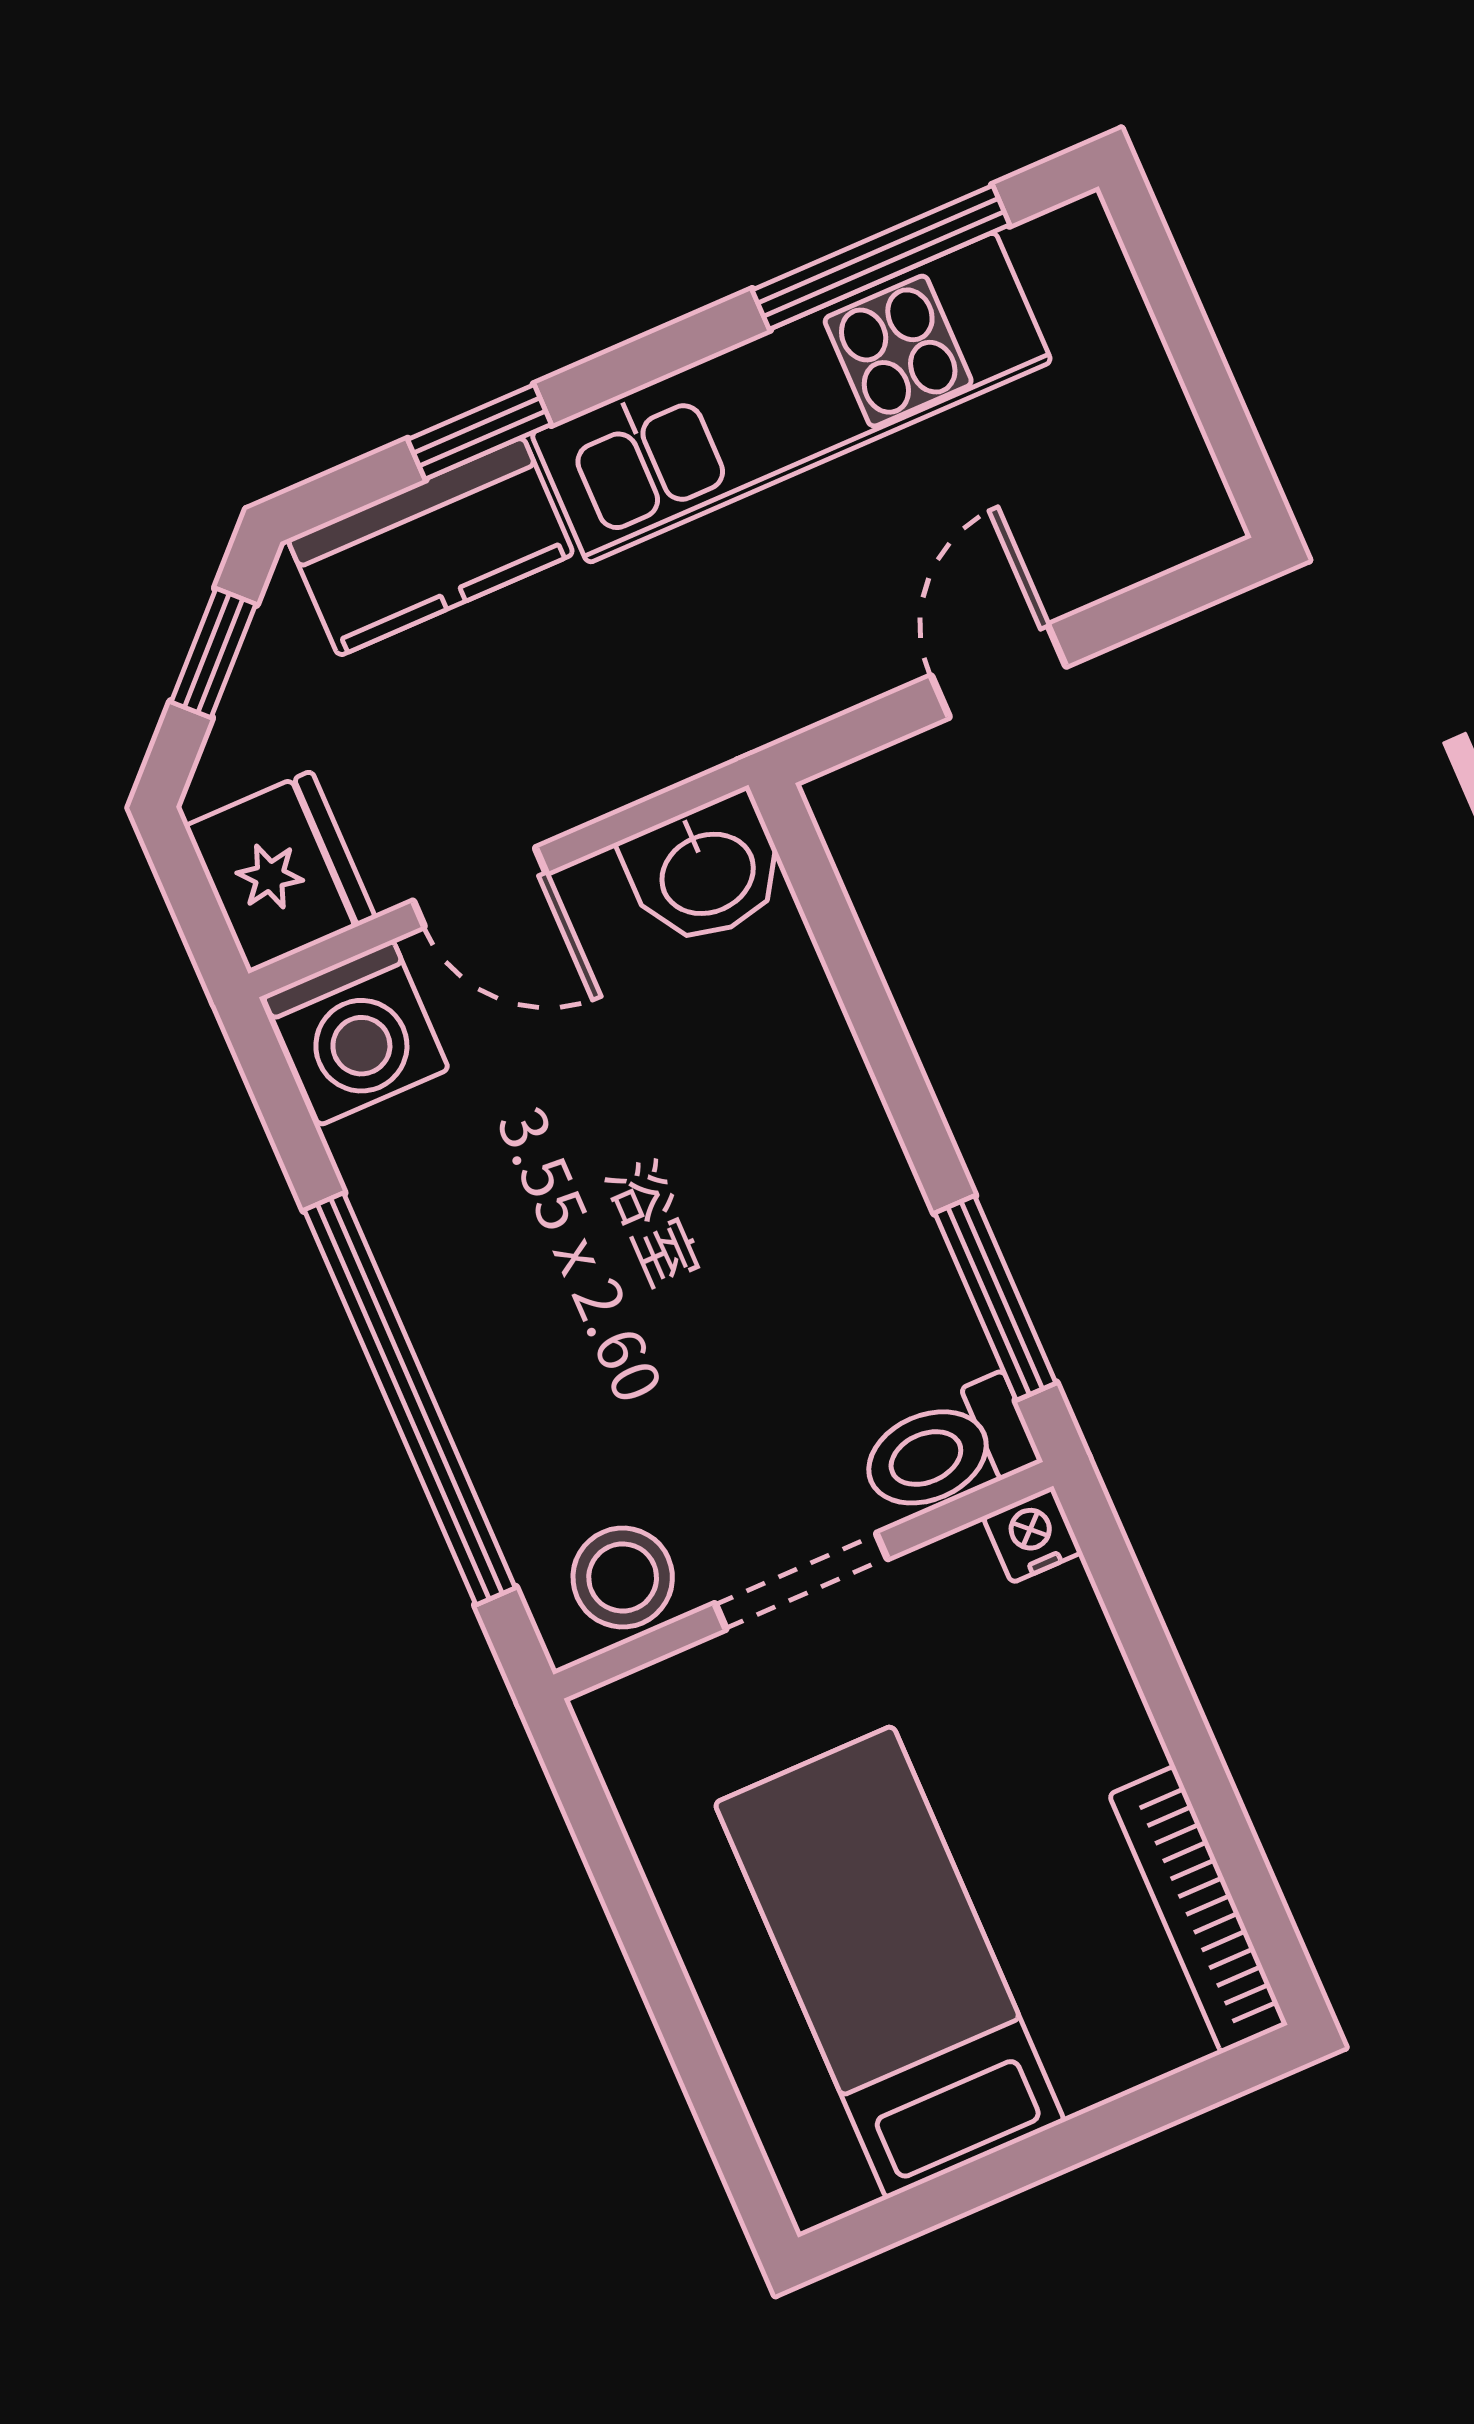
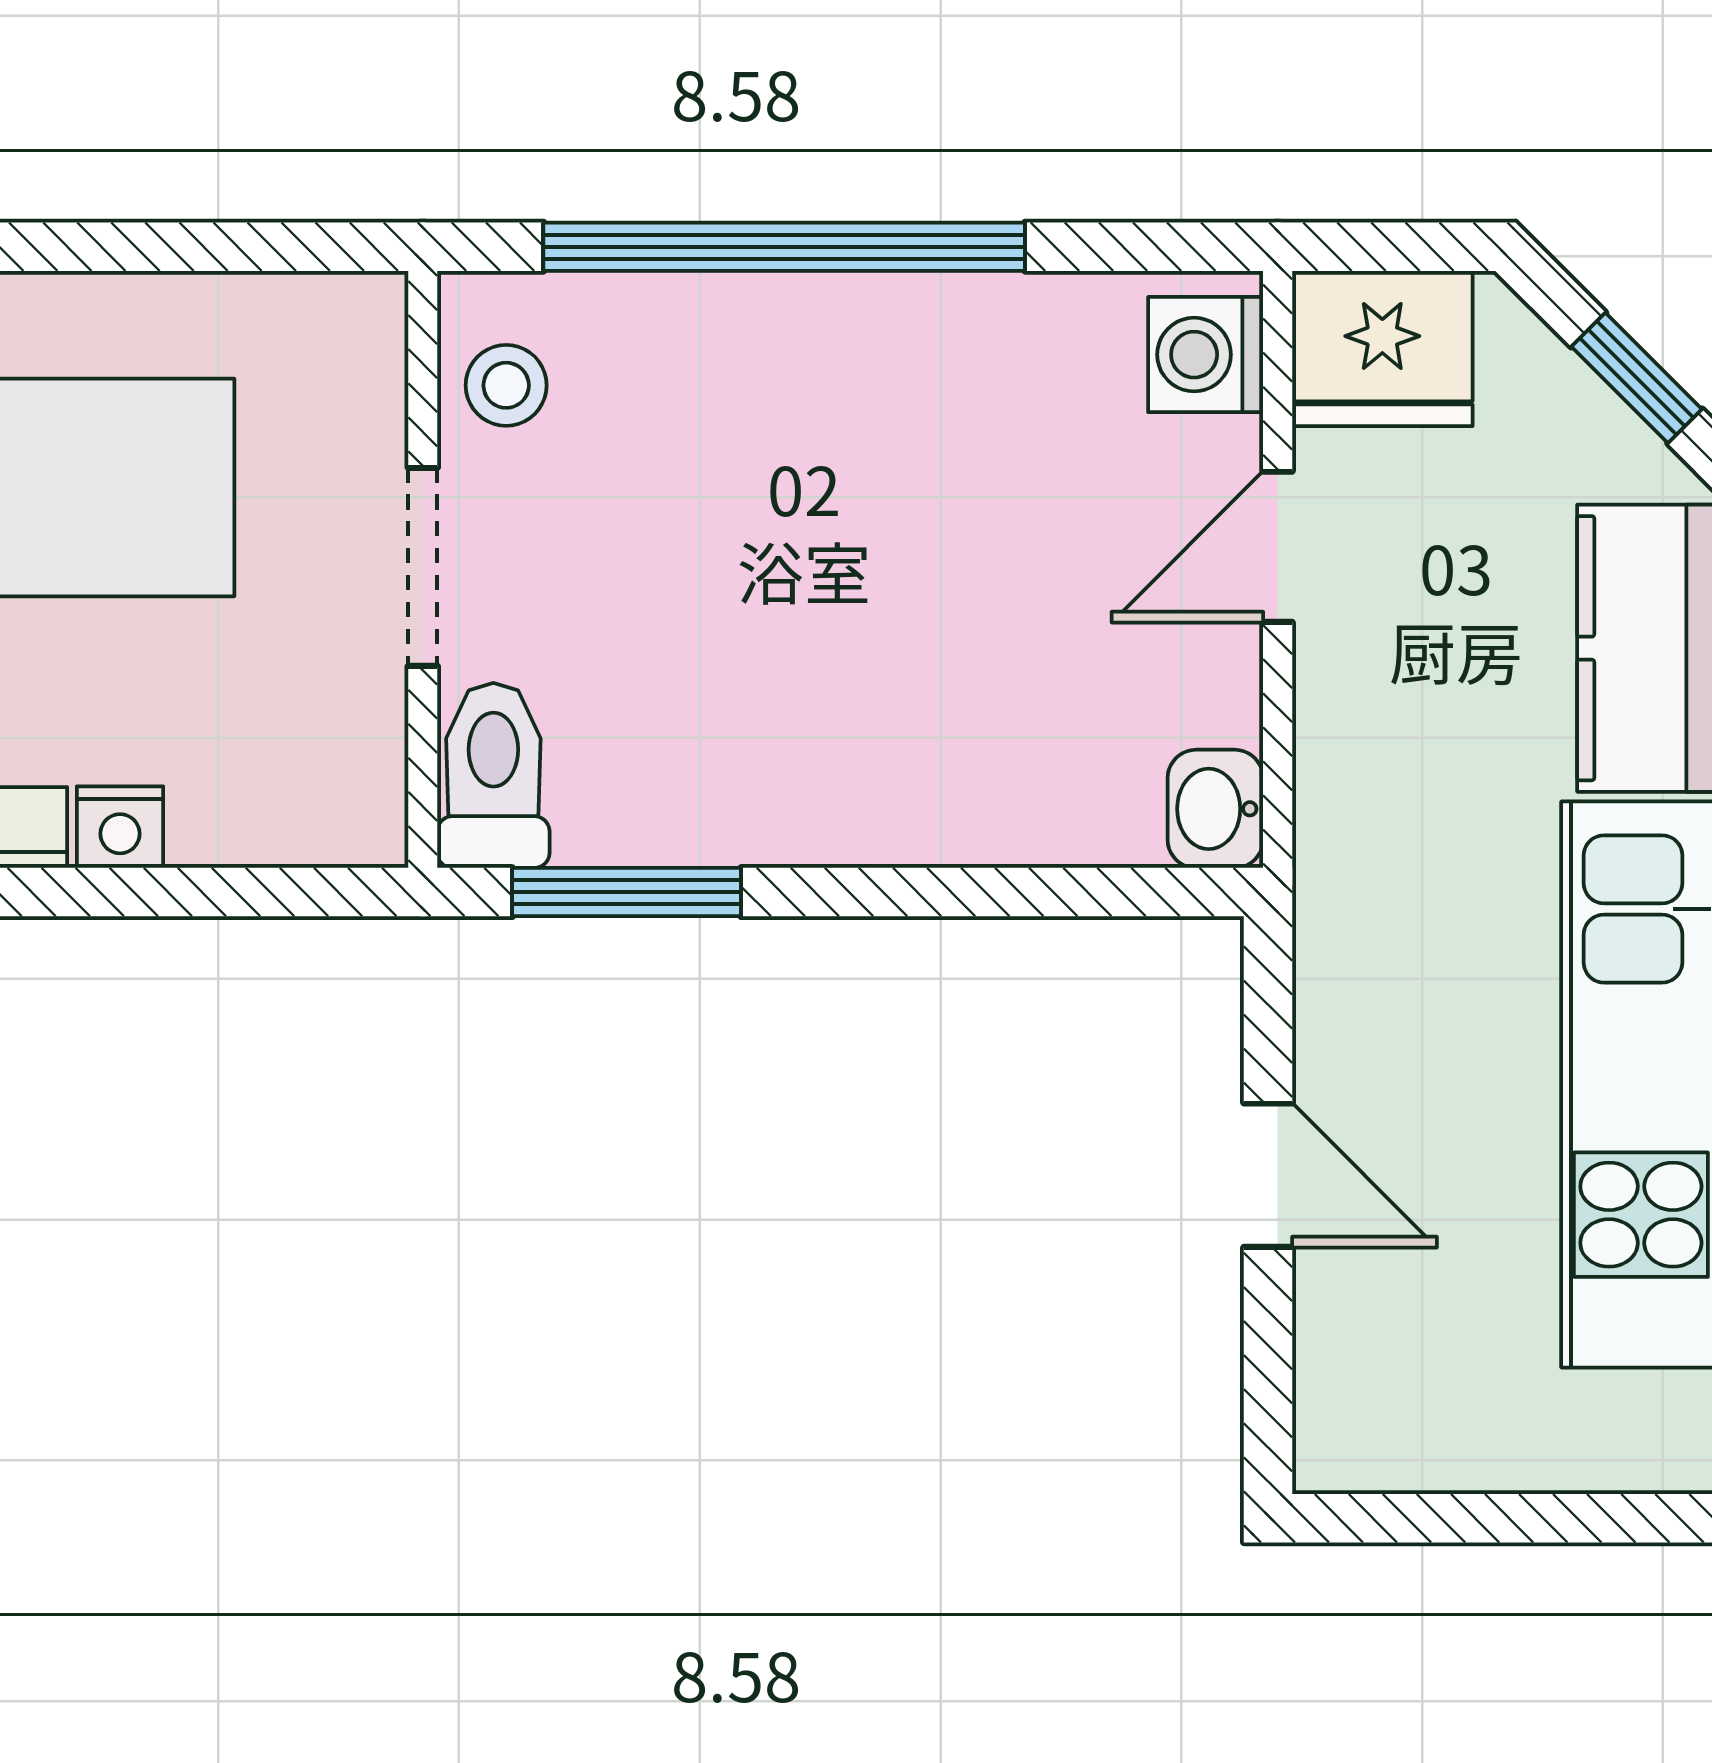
washbasin: (706, 870) -> (1215, 809), width x0.72, depth x0.69
washing machine: (356, 1033) -> (1206, 355), width x0.73, depth x0.73
nightstand: (1033, 1535) -> (120, 827), moved, turned 90
stool: (623, 1578) -> (506, 385), width x0.73, depth x0.73

